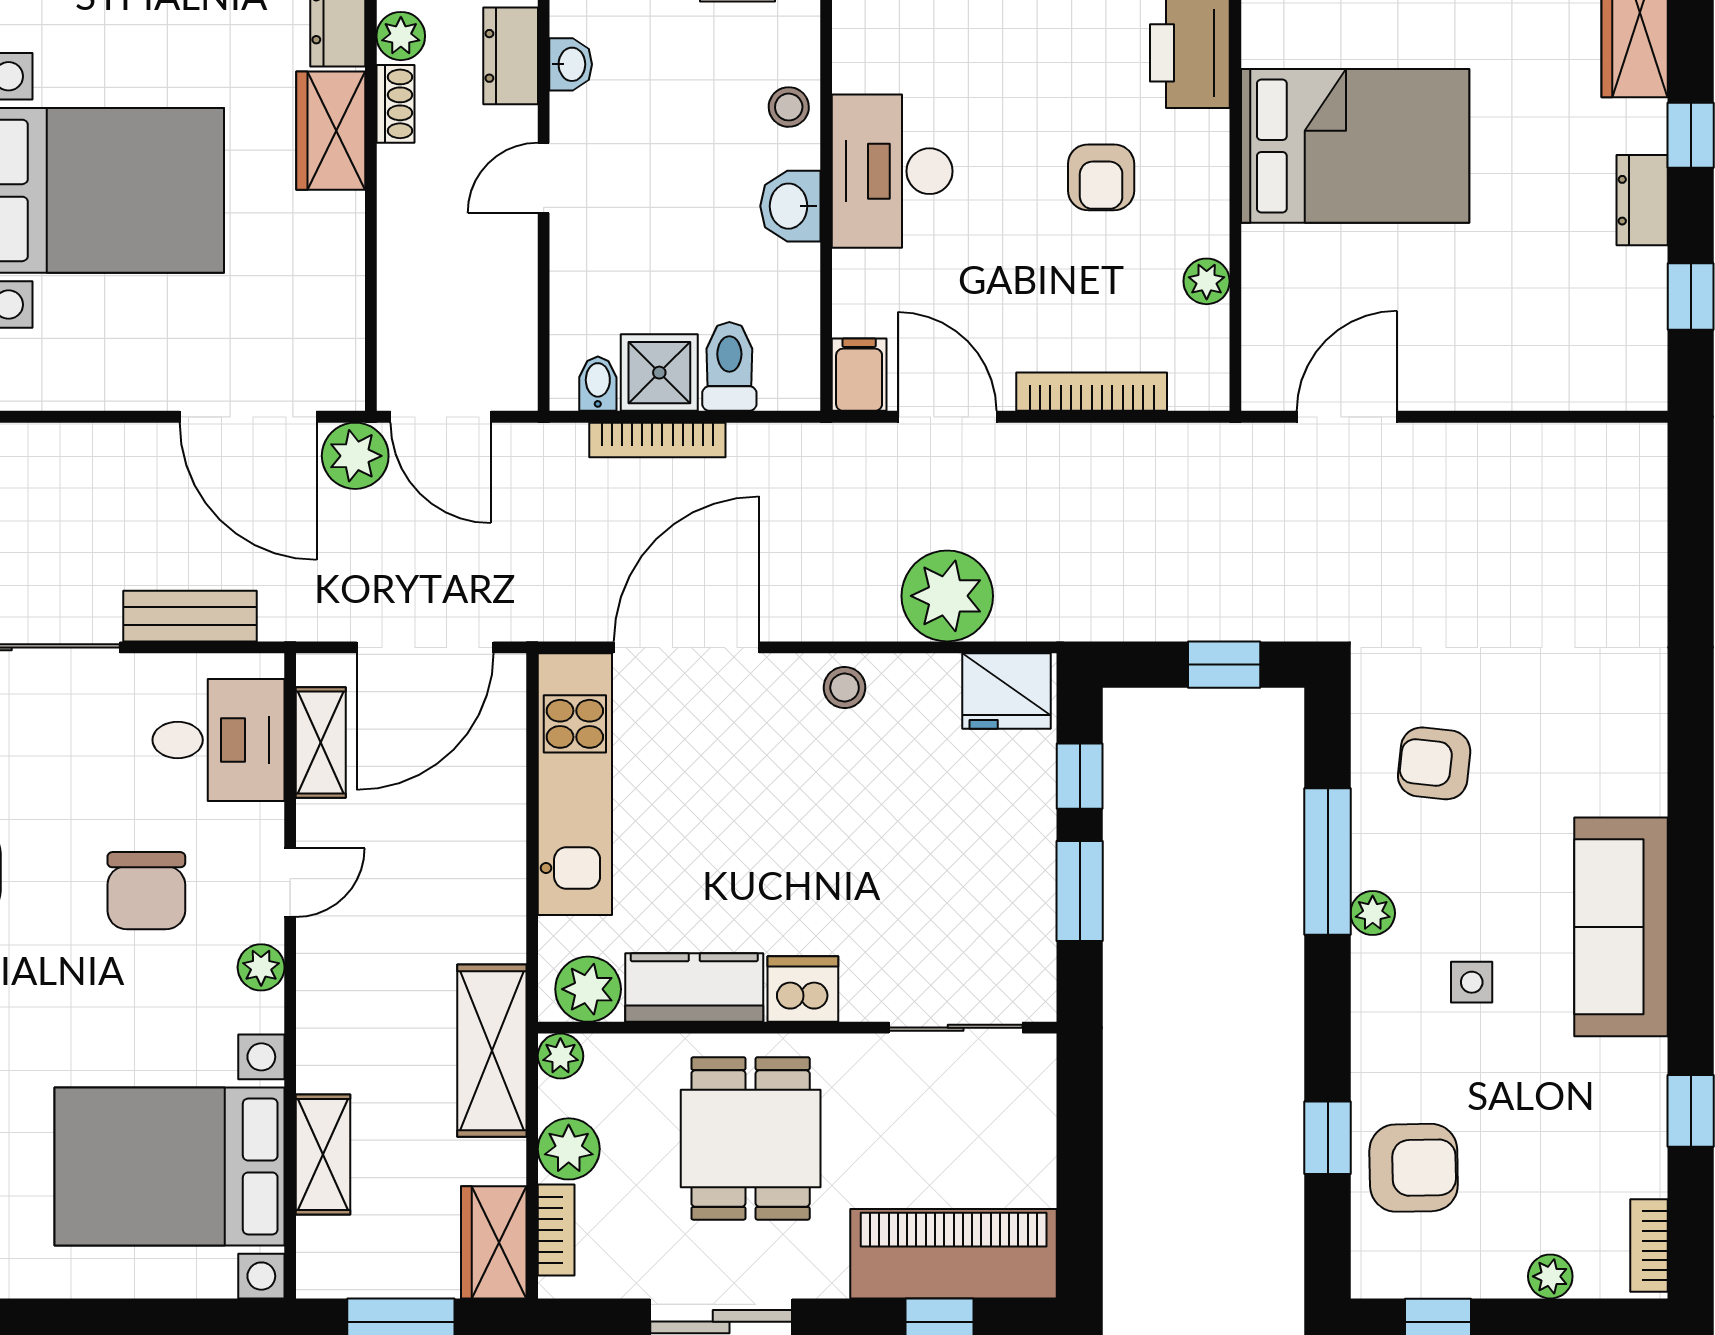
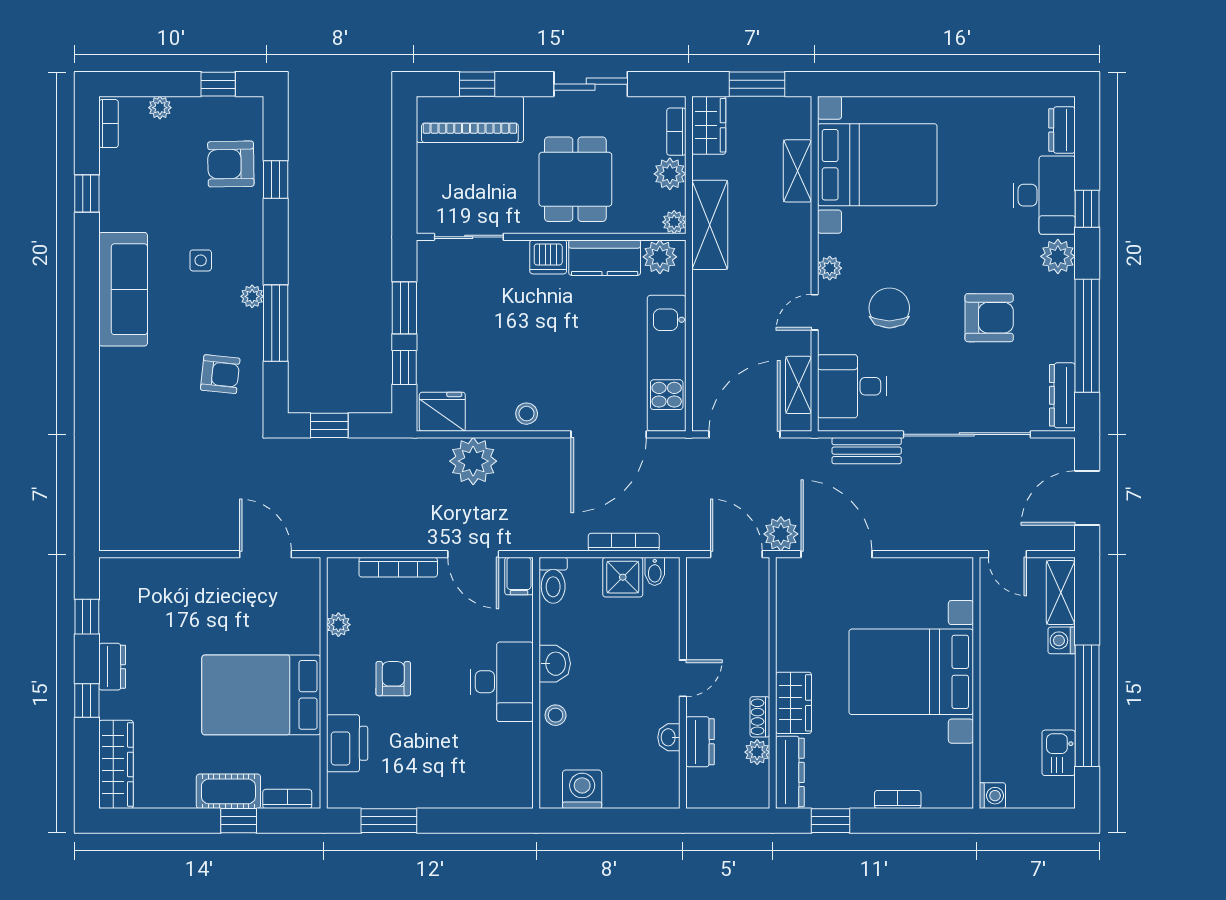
toilet: (729, 366) -> (553, 580), moved
door: (1347, 417) -> (265, 554), swing flipped

